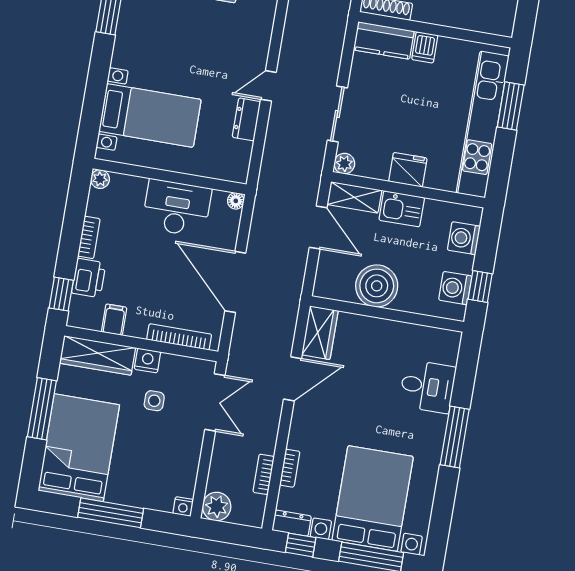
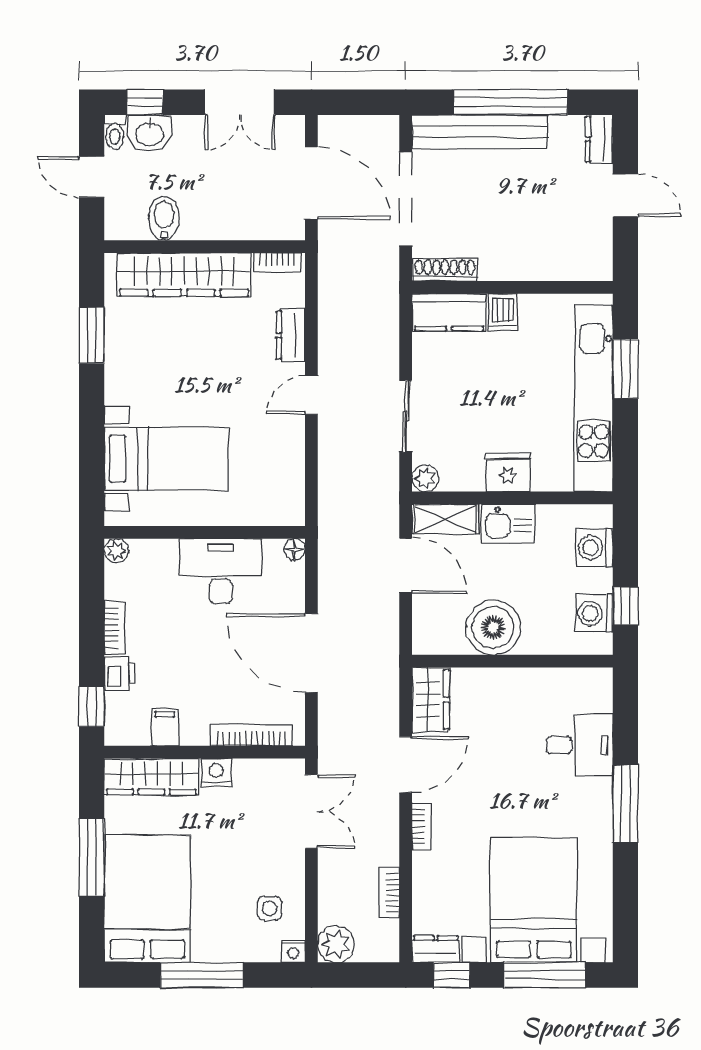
dresser: (246, 119) -> (291, 335), moved
printer: (89, 278) -> (120, 674), width x0.73, depth x0.81
side table: (154, 401) -> (270, 908), moved
bookcase: (290, 468) -> (421, 827), moved

